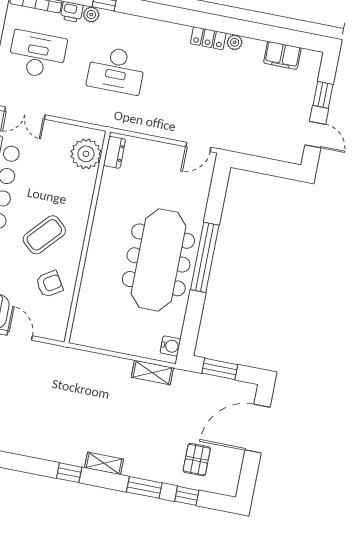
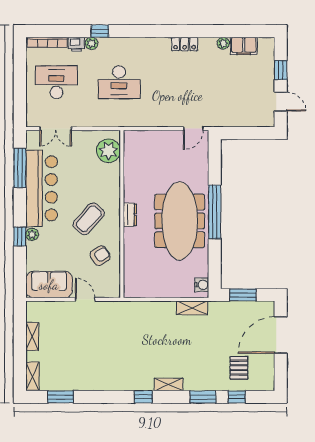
plant: (235, 42) -> (223, 43), moved
dresser: (114, 152) -> (130, 215), moved

